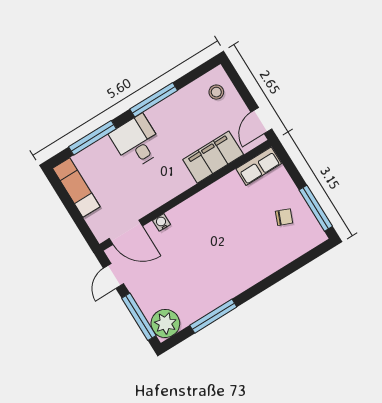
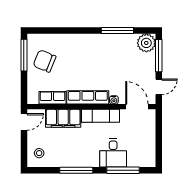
desk: (137, 142) -> (113, 153), moved
row of seats: (259, 166) -> (52, 98), moved
exam couch: (76, 188) -> (101, 116), moved, turned -90
row of seats: (198, 204) -> (88, 97), added
chair: (284, 217) -> (45, 61), width x1.87, depth x1.87

